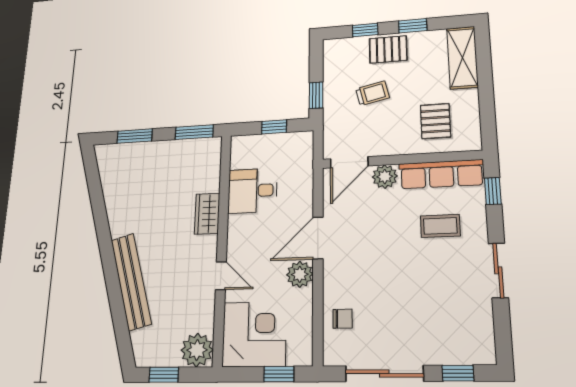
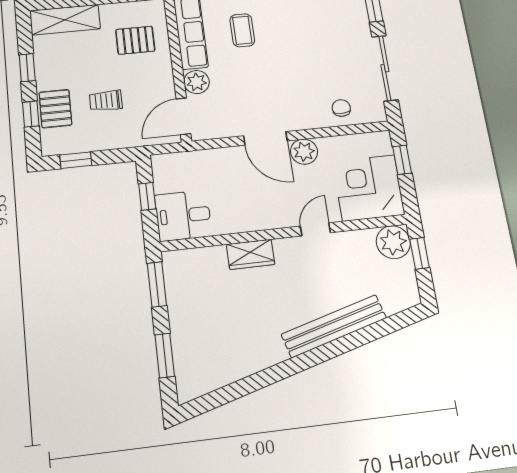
pallet: (388, 49) -> (55, 109), moved
trolley: (372, 93) -> (106, 101), turned -77
window: (316, 95) -> (76, 160), moved
door: (349, 162) -> (183, 116), swing flipped
desk: (253, 191) -> (183, 216), moved, turned 90
window: (164, 375) -> (420, 253), moved

